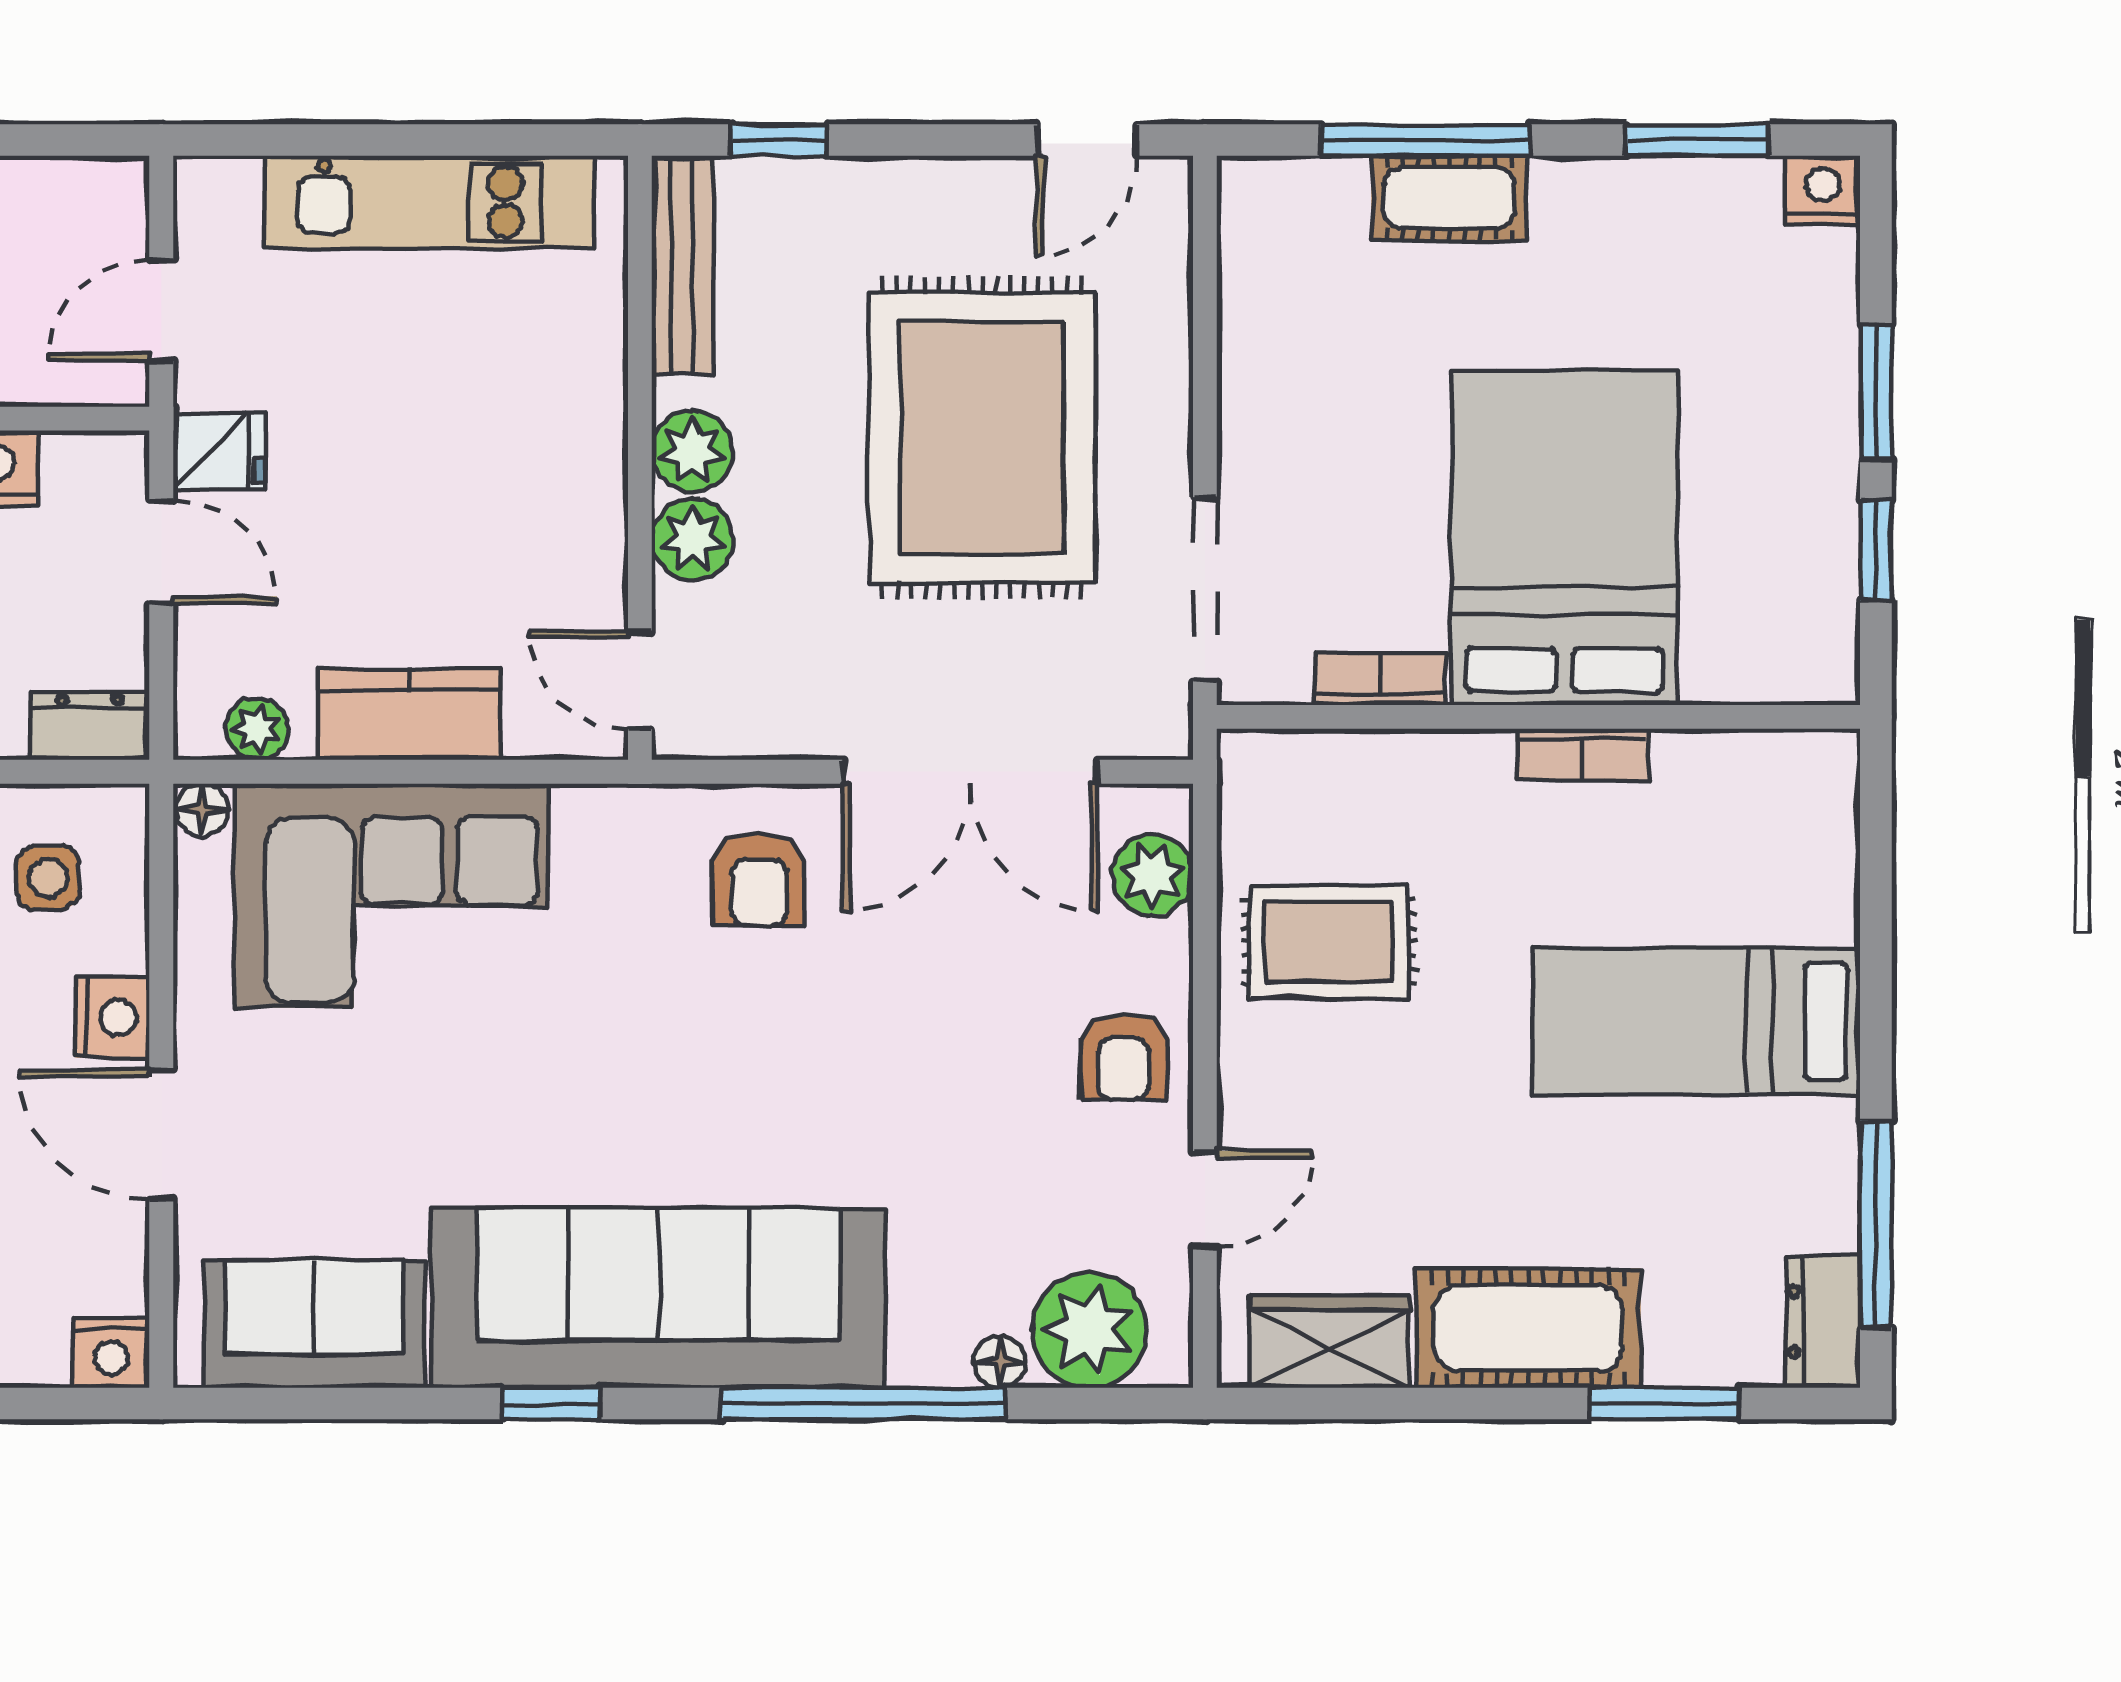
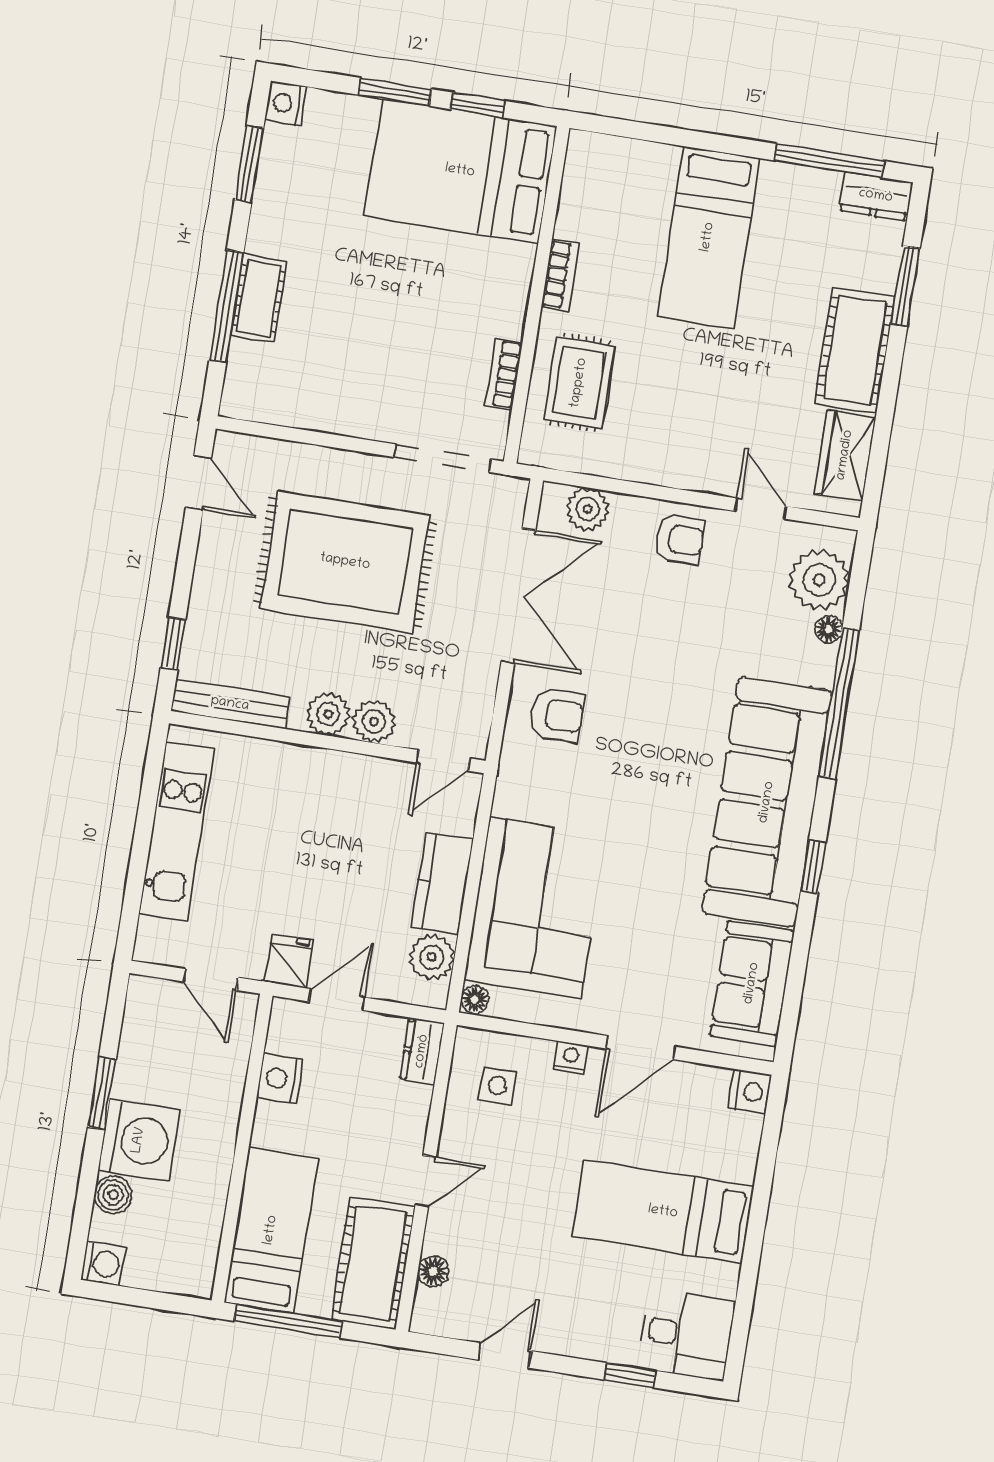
bed: (1565, 538) -> (460, 171), moved
plant: (257, 729) -> (432, 957), width x1.38, depth x1.38
rug: (1329, 942) -> (579, 383), moved
nightstand: (113, 1018) -> (571, 1057), width x0.72, depth x0.74

